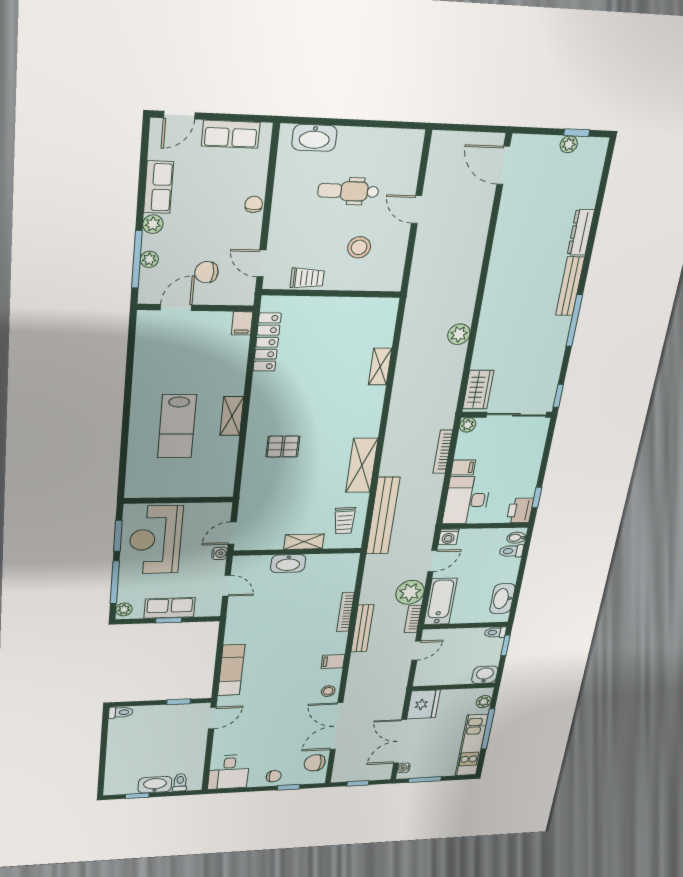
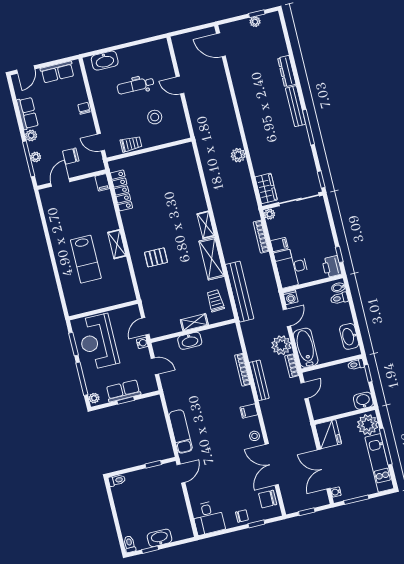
shelving: (380, 367) -> (206, 225), moved
trolley: (345, 521) -> (215, 301), turned 180
plant: (484, 702) -> (368, 425), width x1.87, depth x1.87
toilet: (180, 782) -> (130, 544), moved

